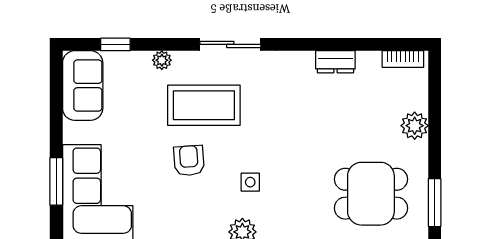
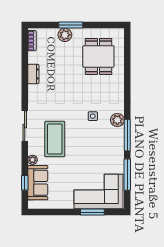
sofa: (83, 86) -> (38, 183), moved, turned 90
armchair: (189, 161) -> (82, 146), removed
window: (435, 203) -> (71, 25), moved

